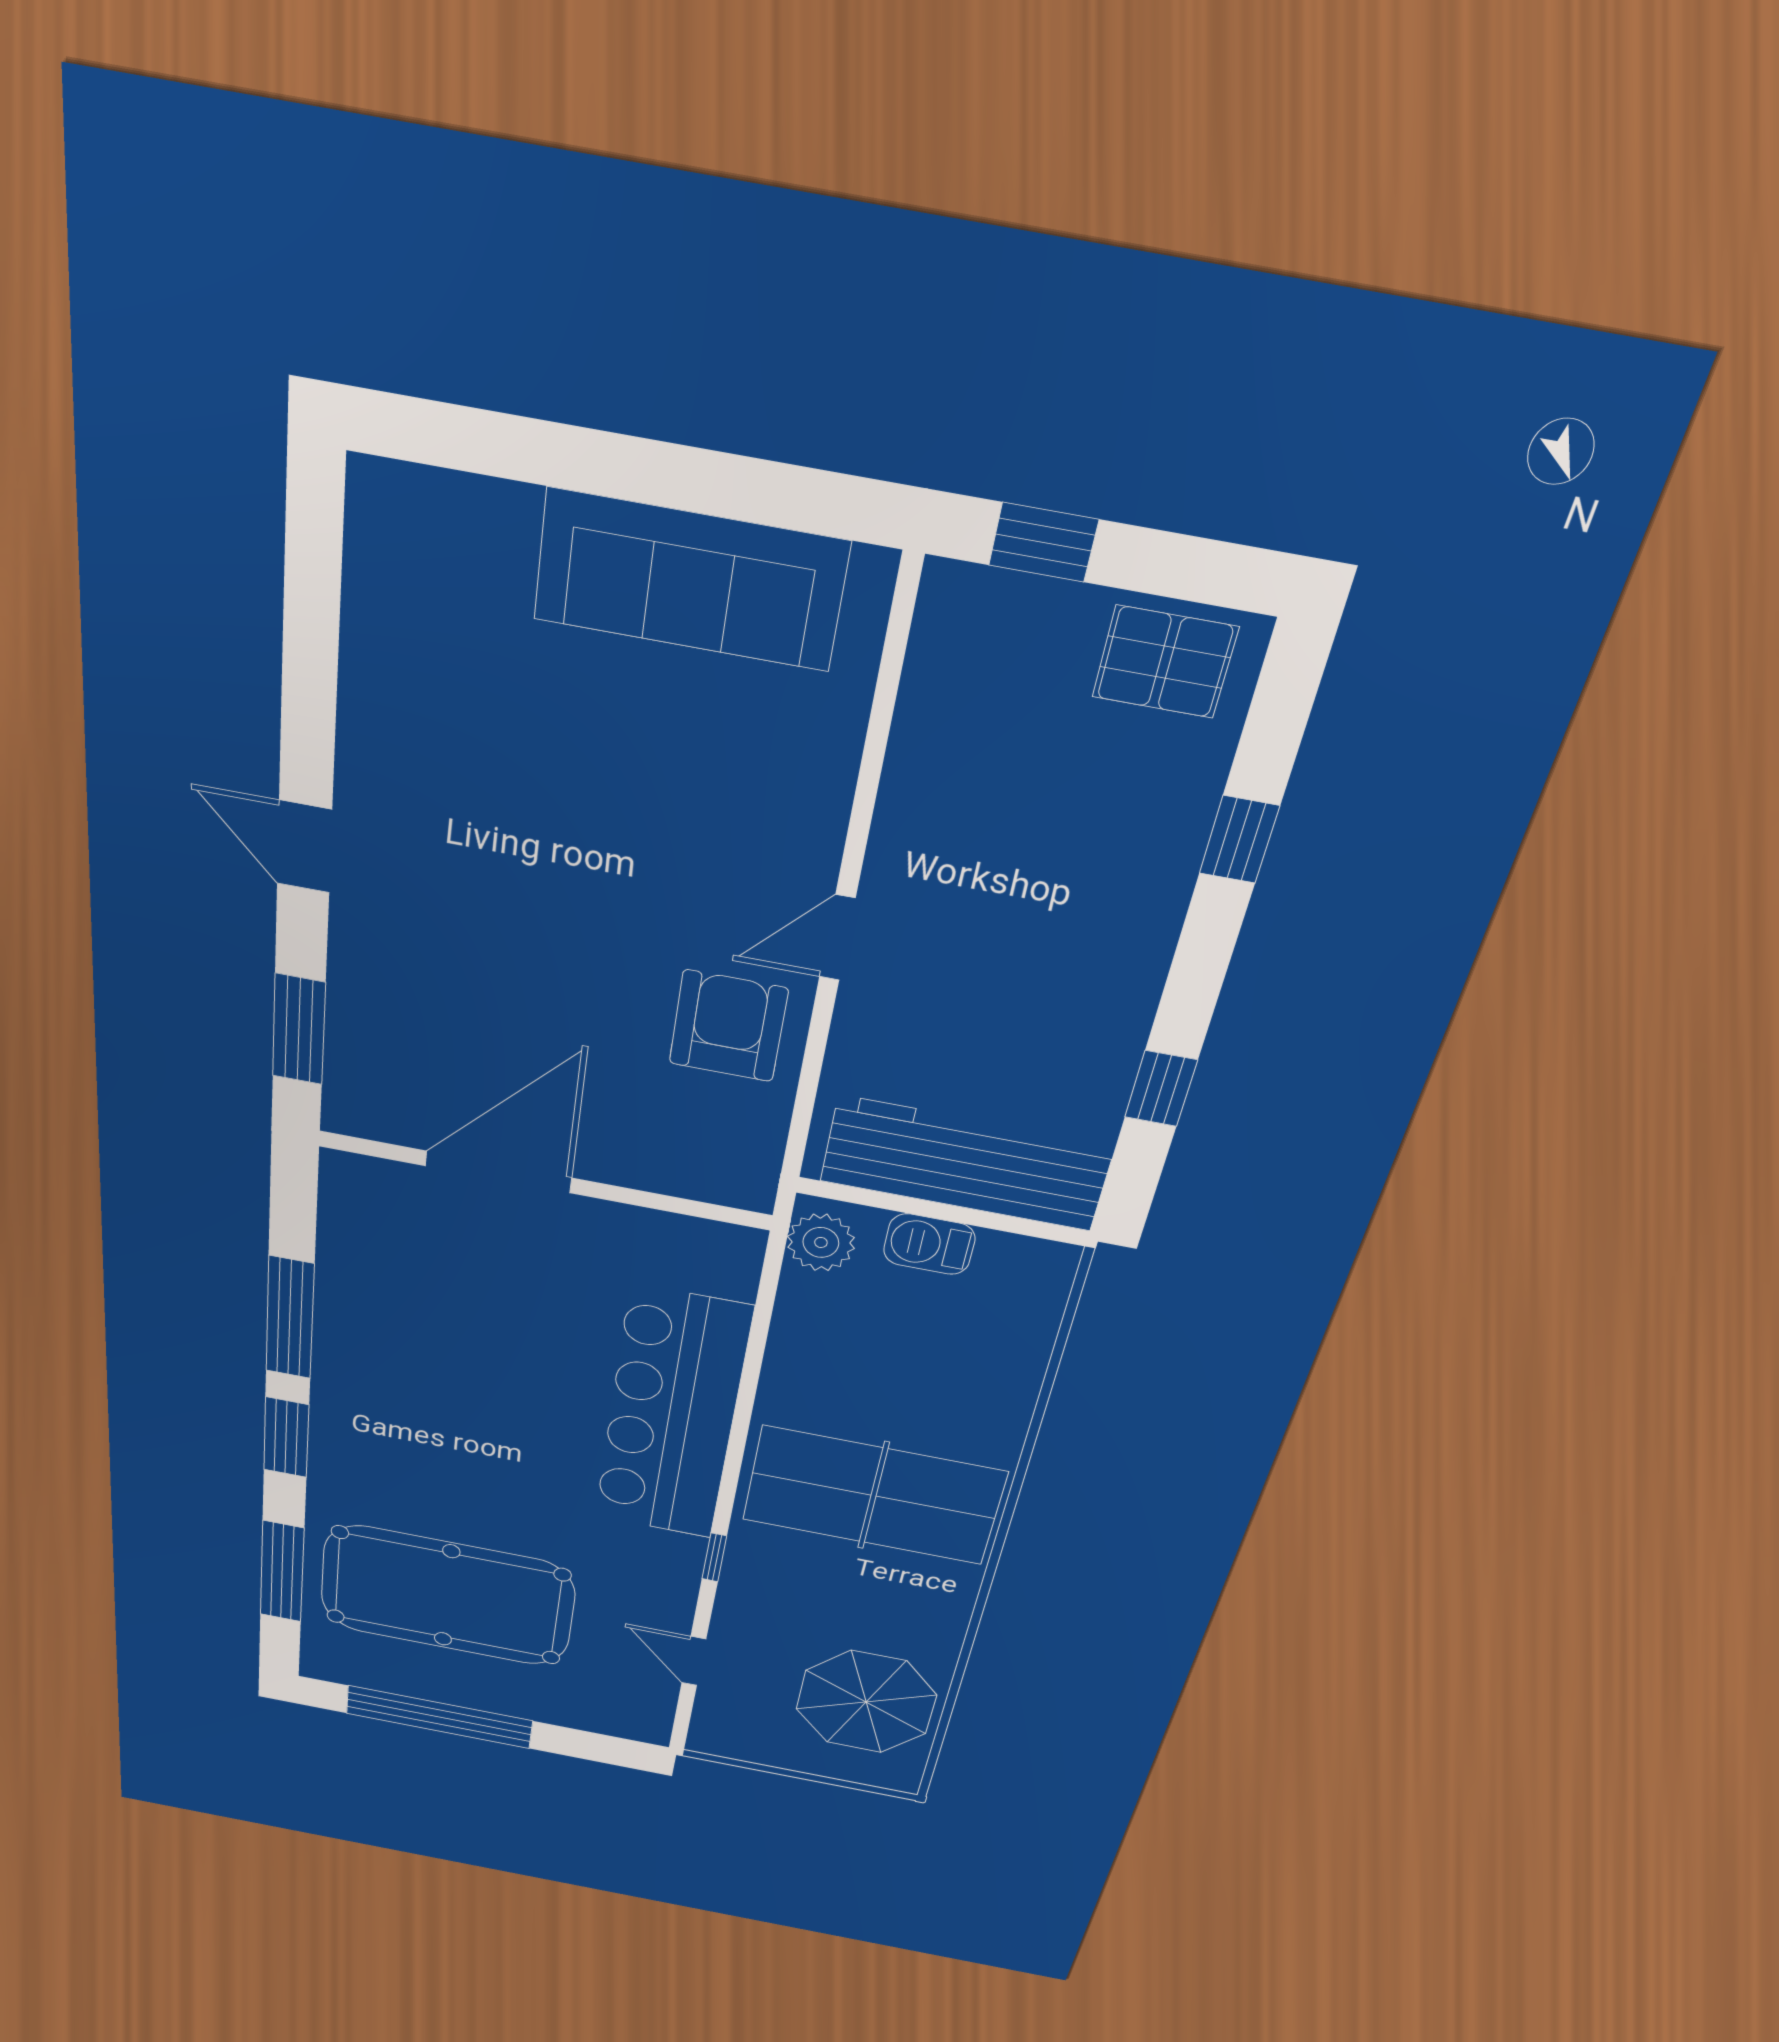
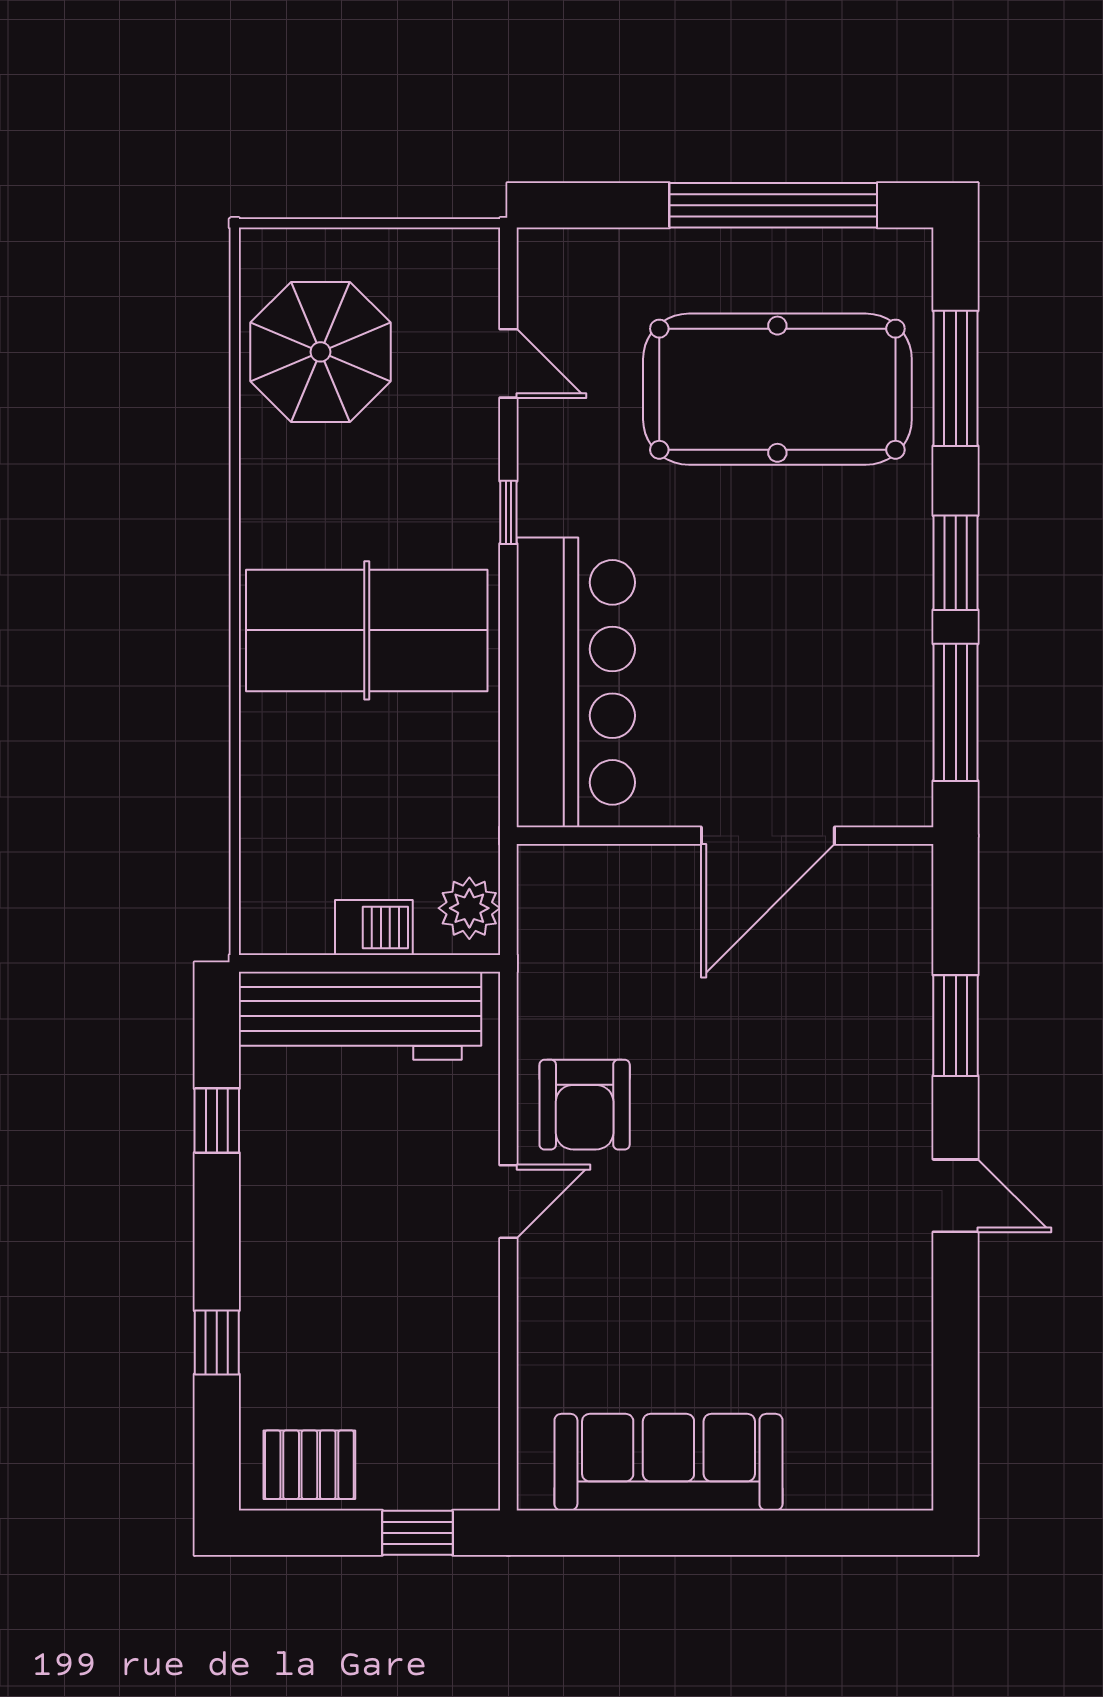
door: (498, 1172) -> (768, 836), moved
wall: (545, 1181) -> (725, 836), moved

